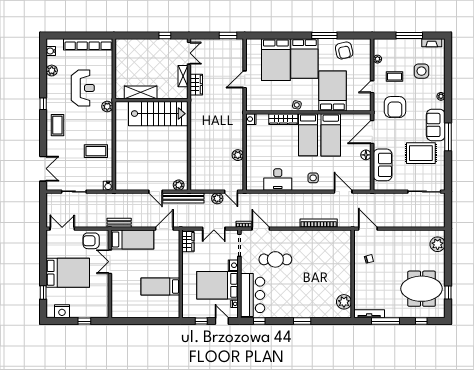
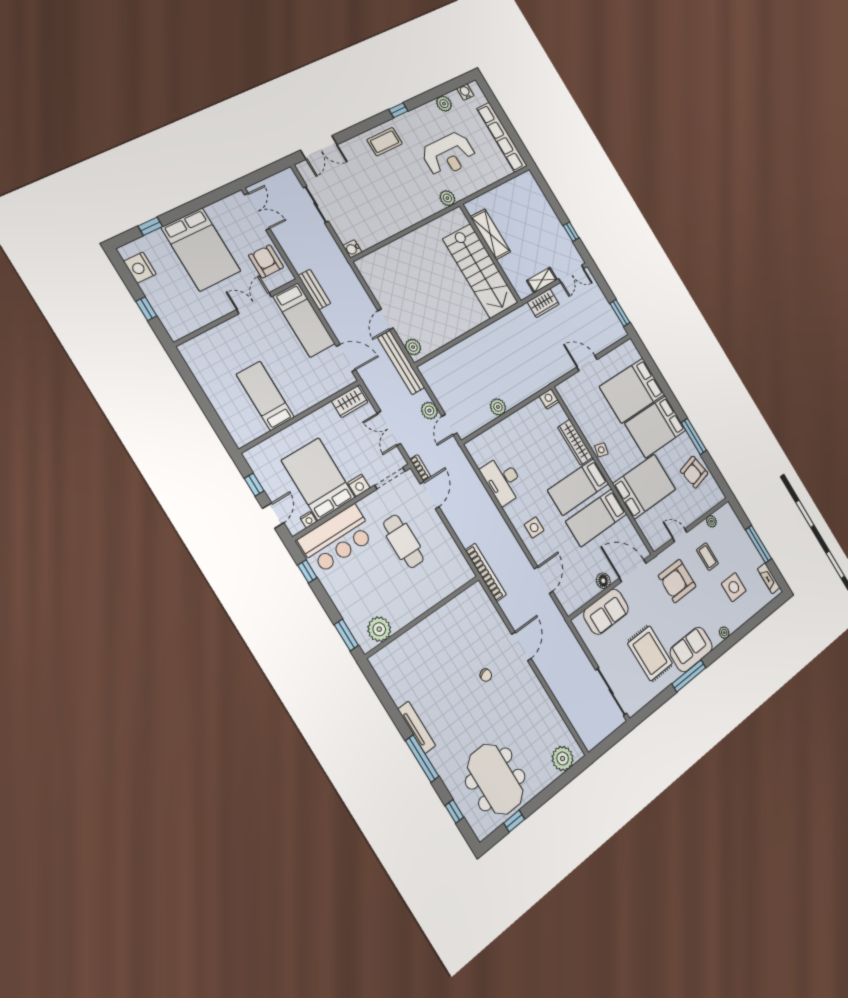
coffee table: (96, 151) -> (385, 210), removed
wall: (353, 274) -> (423, 616), moved
plant: (344, 302) -> (379, 629), moved

